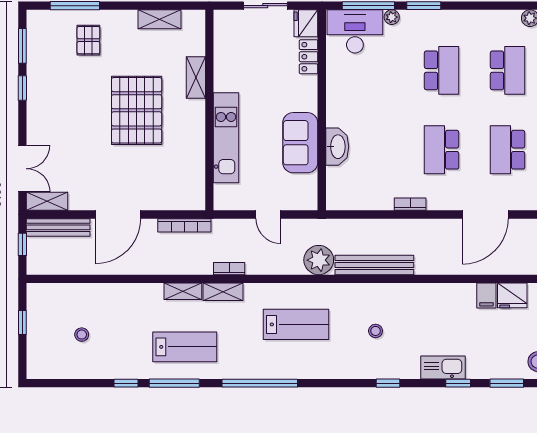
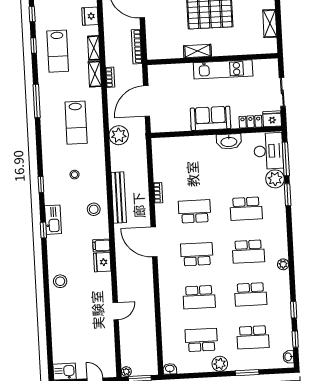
plant: (392, 17) -> (275, 179), width x1.88, depth x1.88
shelving: (196, 77) -> (197, 51), moved
kitchen unit: (226, 138) -> (223, 69), moved
sofa: (300, 143) -> (211, 118), moved
washbasin: (337, 147) -> (229, 142), moved
door: (268, 214) -> (147, 101), width x1.87
bench: (374, 265) -> (119, 197), moved
fridge: (134, 295) -> (90, 16), added
stool: (430, 304) -> (94, 209), added
window: (174, 383) -> (34, 46), width x0.46
window: (260, 383) -> (37, 101), width x0.68
window: (507, 383) -> (45, 262), removed

